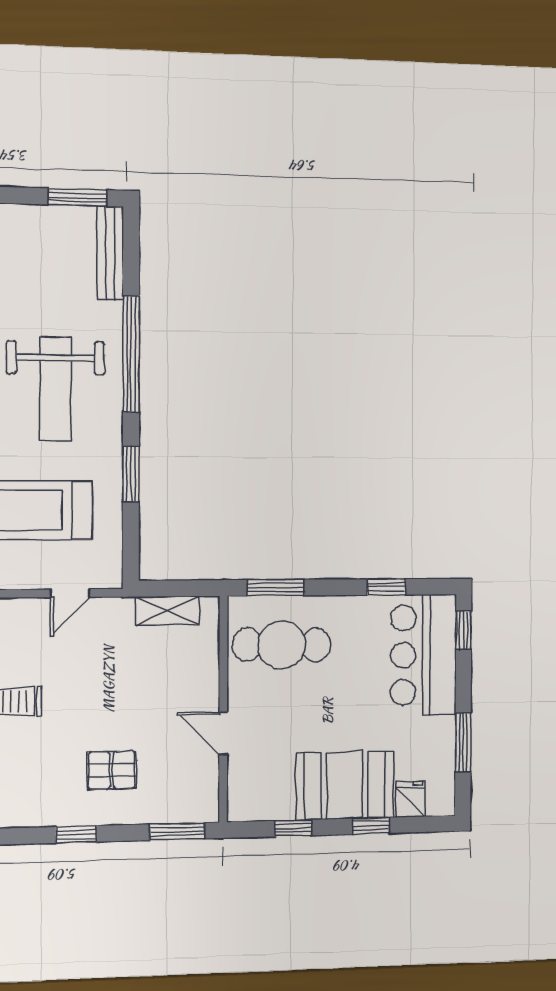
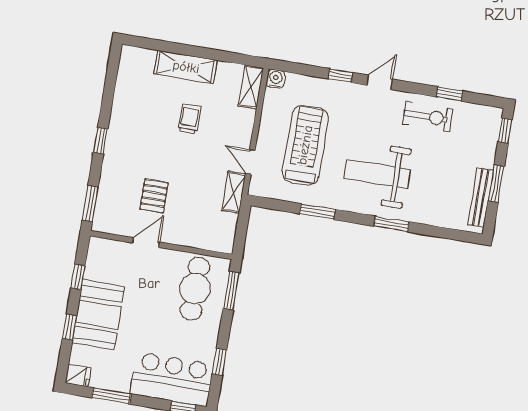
window: (77, 197) -> (496, 184), moved
bench: (110, 253) -> (481, 197), moved, turned 90
window: (131, 354) -> (391, 224), width x0.47
shelving: (167, 611) -> (234, 192), moved
pallet: (112, 770) -> (154, 196), moved
fridge: (410, 799) -> (78, 375), moved

